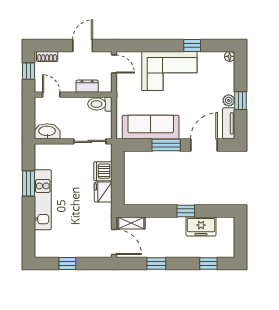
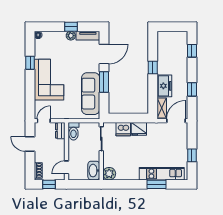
dresser: (87, 86) -> (60, 131), moved
door: (204, 145) -> (104, 54), swing flipped
plant: (43, 152) -> (109, 174), added
window: (28, 183) -> (156, 184), moved
kitchen unit: (43, 200) -> (162, 174), moved
freezer: (201, 226) -> (164, 86), moved

